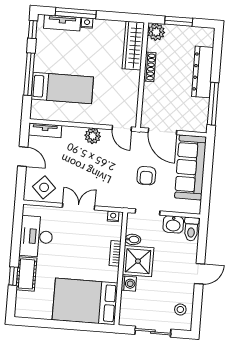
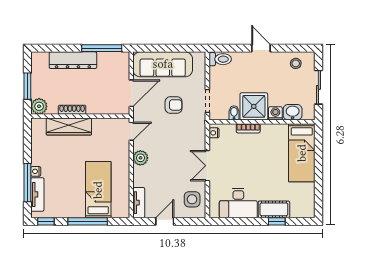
wardrobe: (133, 46) -> (69, 126), moved
side table: (44, 187) -> (192, 199), turned 45
washbasin: (173, 224) -> (293, 112), moved, turned -90
bed: (85, 301) -> (302, 153), width x0.67

